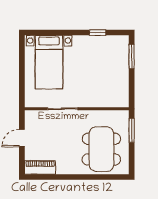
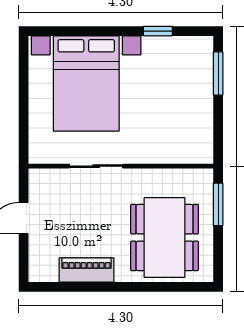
bed with nightstands: (49, 62) -> (86, 83), width x1.36
piano: (40, 167) -> (87, 270), moved

